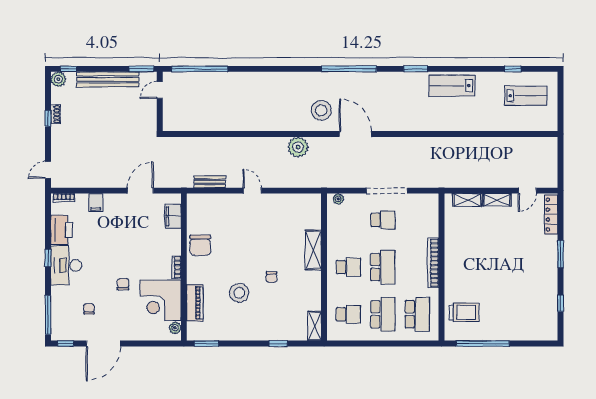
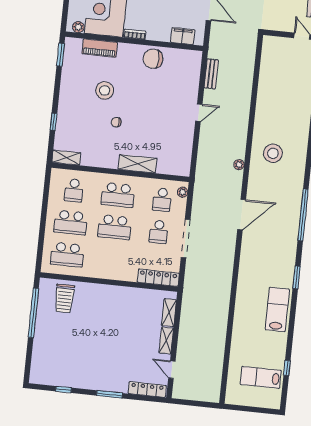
lab bench: (526, 96) -> (261, 377), turned 90
stool: (321, 110) -> (273, 153), moved
plant: (298, 147) -> (239, 165), width x0.53, depth x0.53
locker: (432, 215) -> (158, 278), added
school desk: (348, 220) -> (162, 200), added
bookcase: (433, 263) -> (114, 274), removed
school desk: (348, 267) -> (118, 195), width x1.85

